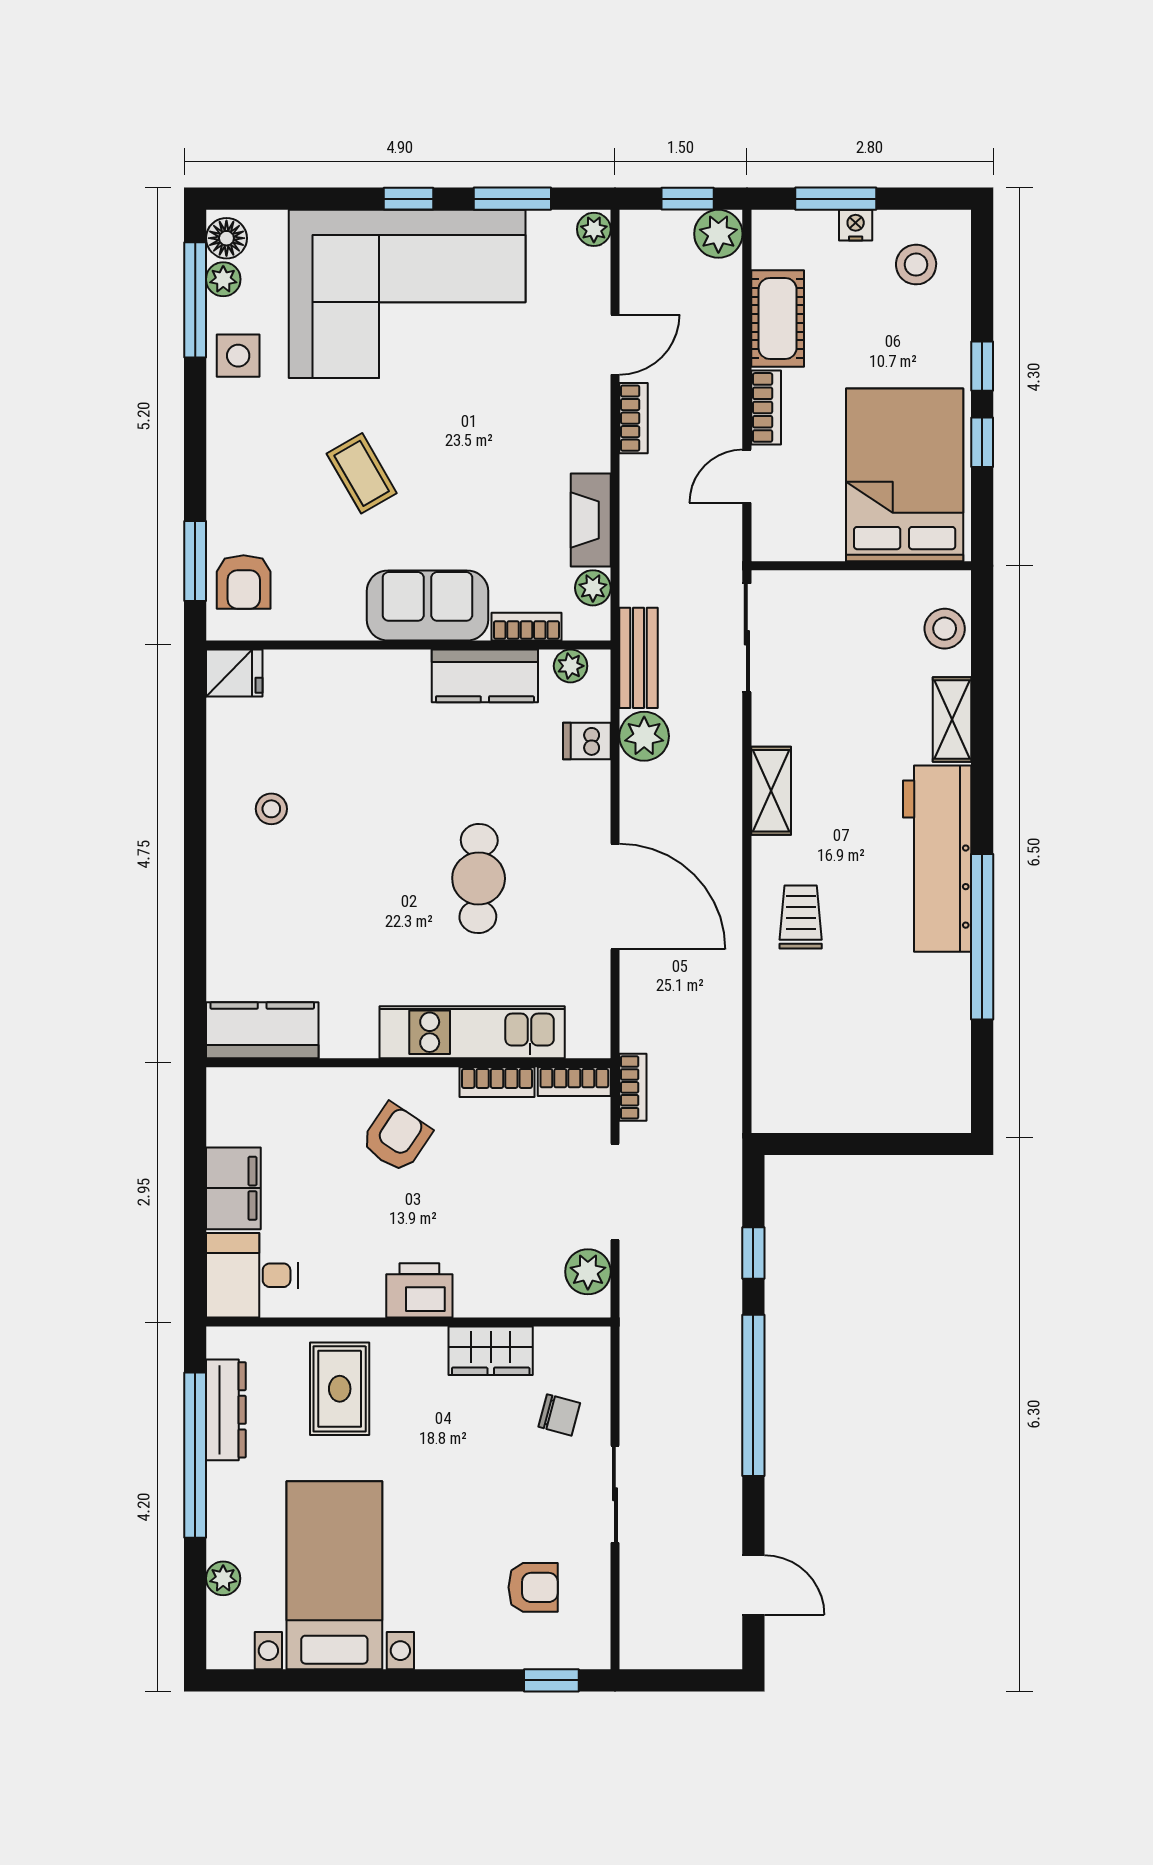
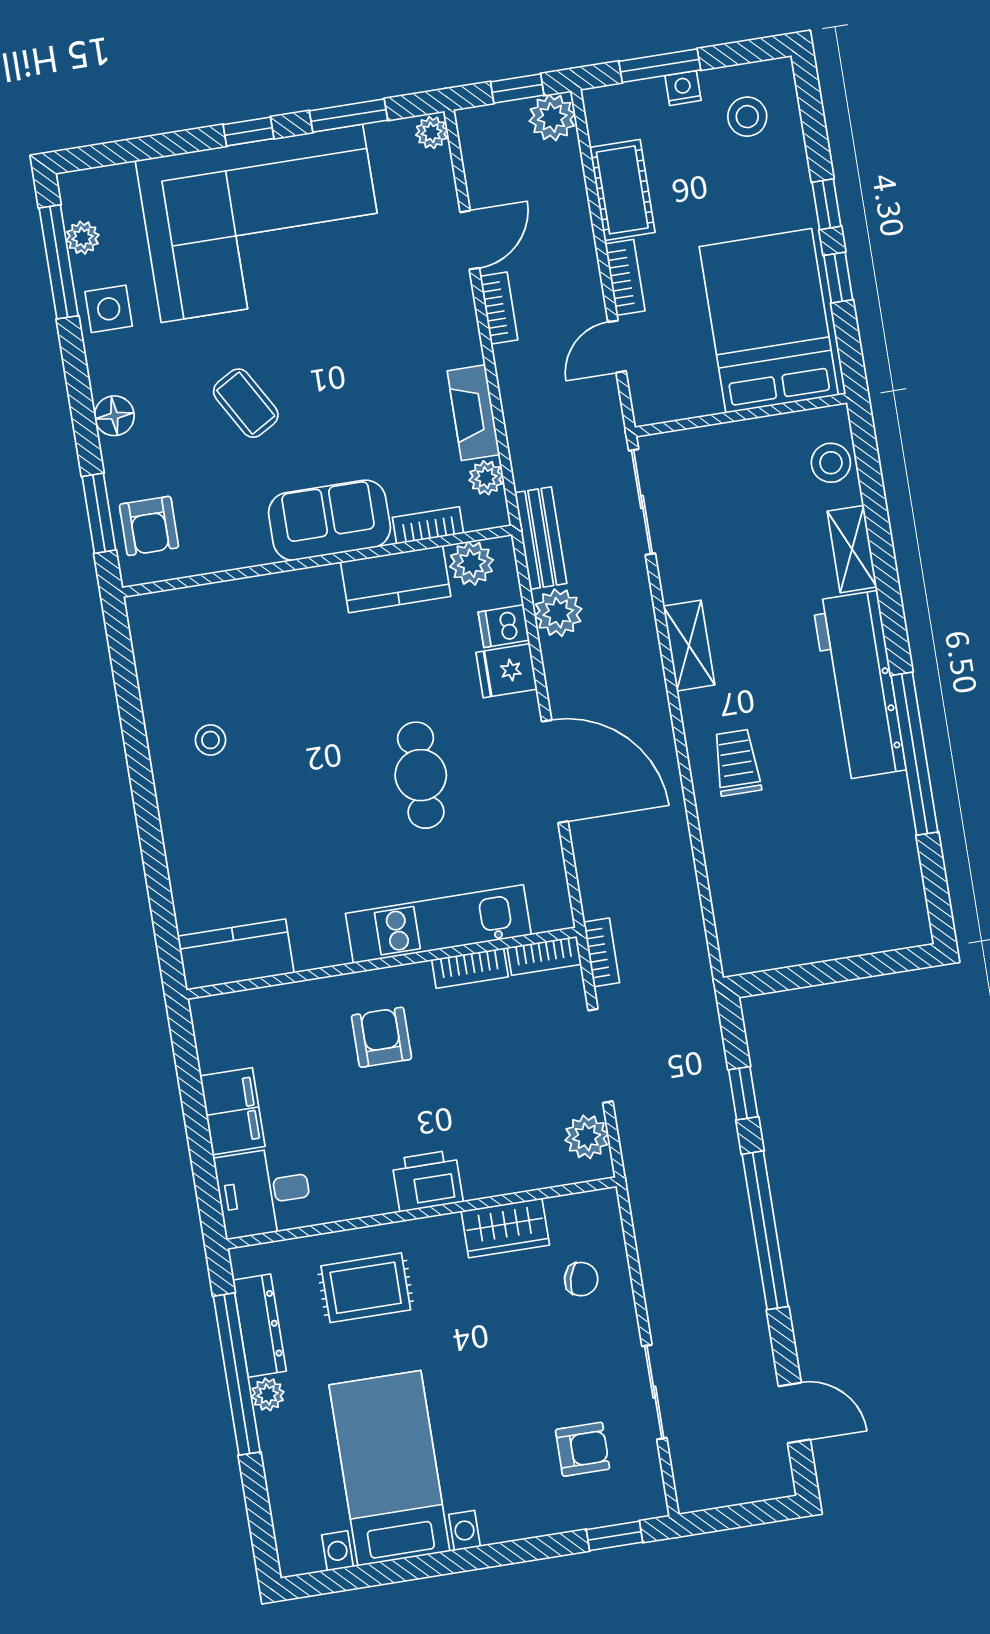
floor lamp: (226, 238) -> (114, 416), moved
plant: (571, 666) -> (472, 563), width x1.38, depth x1.38
fridge: (234, 673) -> (507, 671), moved, turned 180
armchair: (396, 1138) -> (381, 1037), turned -34
rug: (340, 1389) -> (366, 1288), turned 90
sliding door: (615, 1494) -> (654, 1392), moved
plant: (223, 1578) -> (268, 1394), moved

